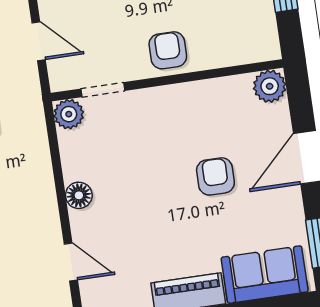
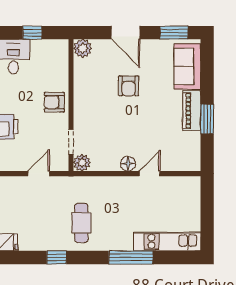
armchair: (215, 176) -> (129, 86), turned -90
door: (71, 262) -> (150, 174), moved

